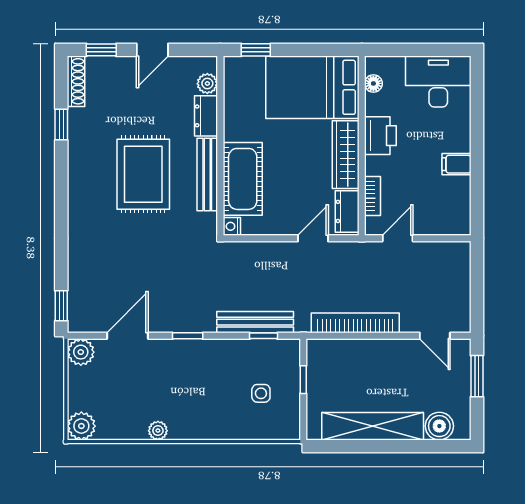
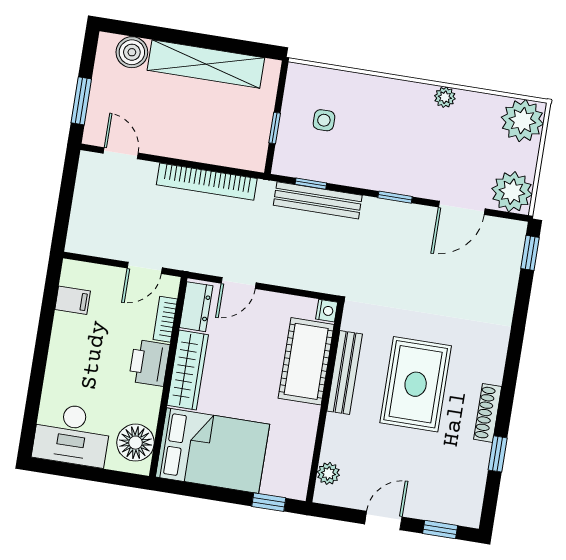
shoe rack: (76, 81) -> (488, 413), moved
floor lamp: (373, 83) -> (135, 443), width x1.89, depth x1.89
dresser: (206, 116) -> (336, 438), removed
printer: (380, 136) -> (149, 363), moved
filing cabinet: (457, 164) -> (73, 300), moved
plant: (81, 352) -> (512, 192), width x1.36, depth x1.36
plant: (81, 426) -> (522, 121), width x1.36, depth x1.36

